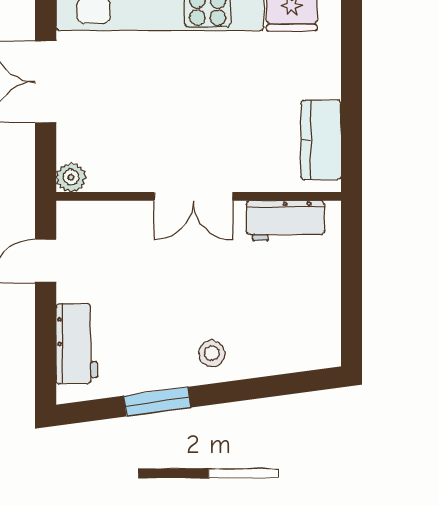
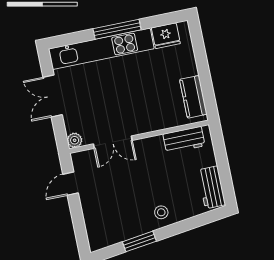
double door: (193, 196) -> (113, 142), moved
workbench: (77, 344) -> (212, 187), moved, turned 180

